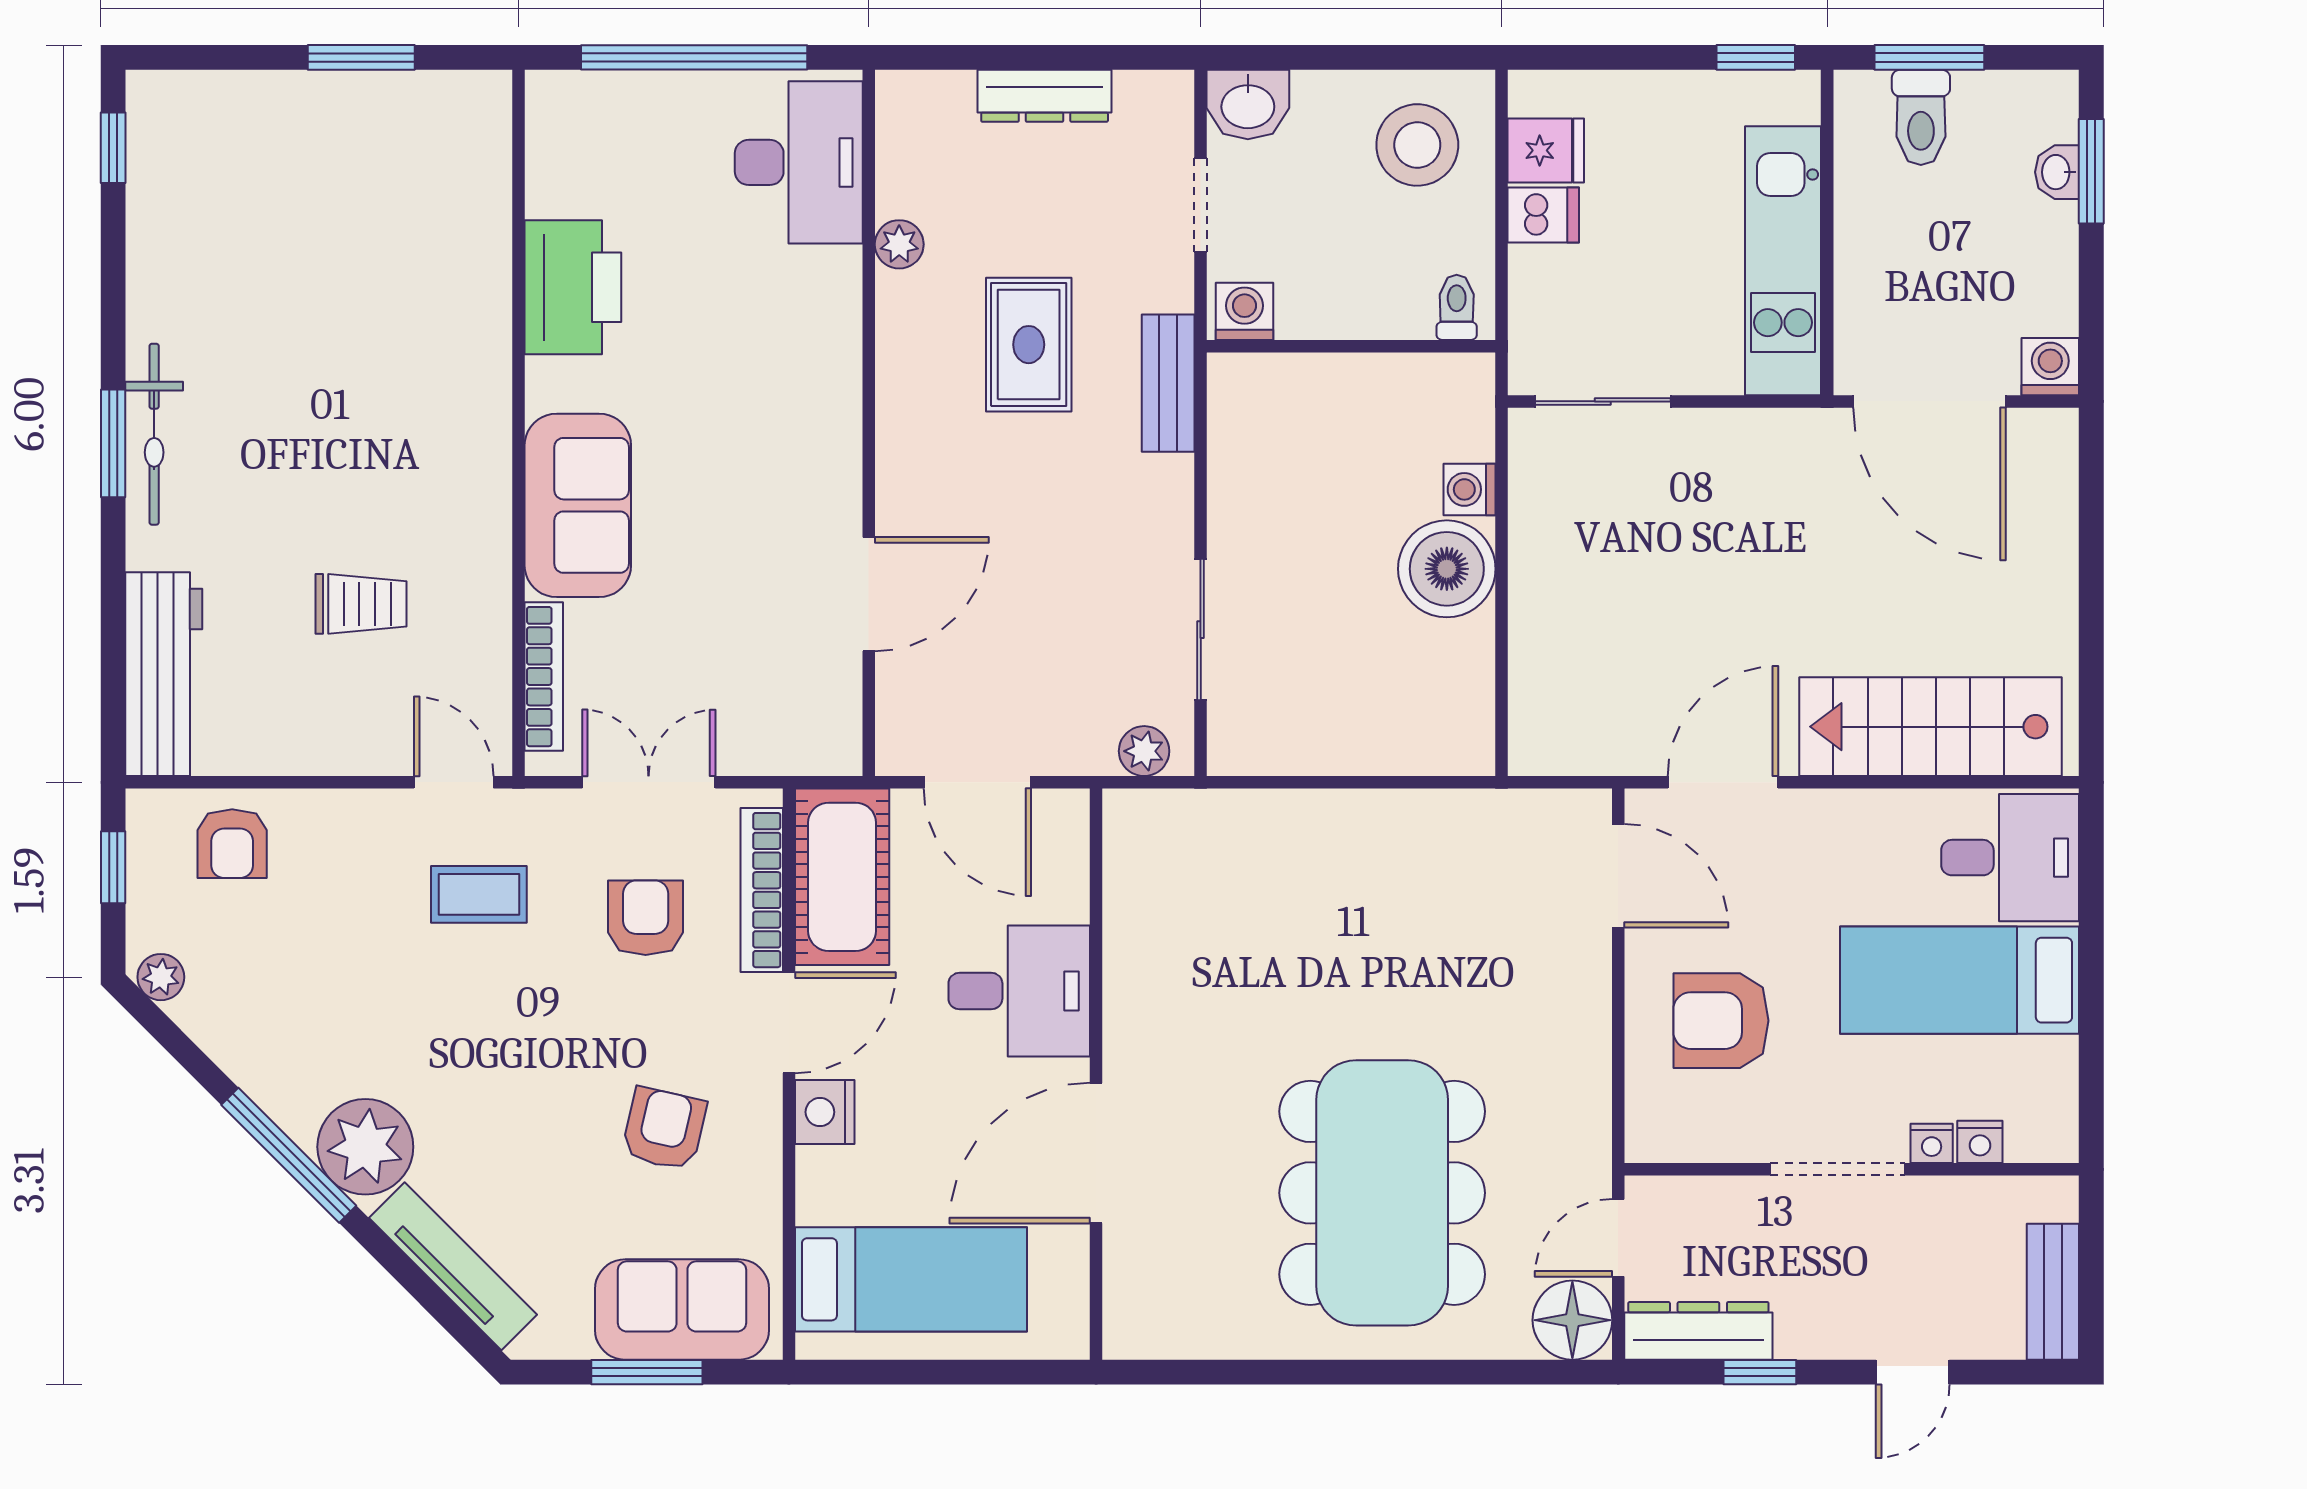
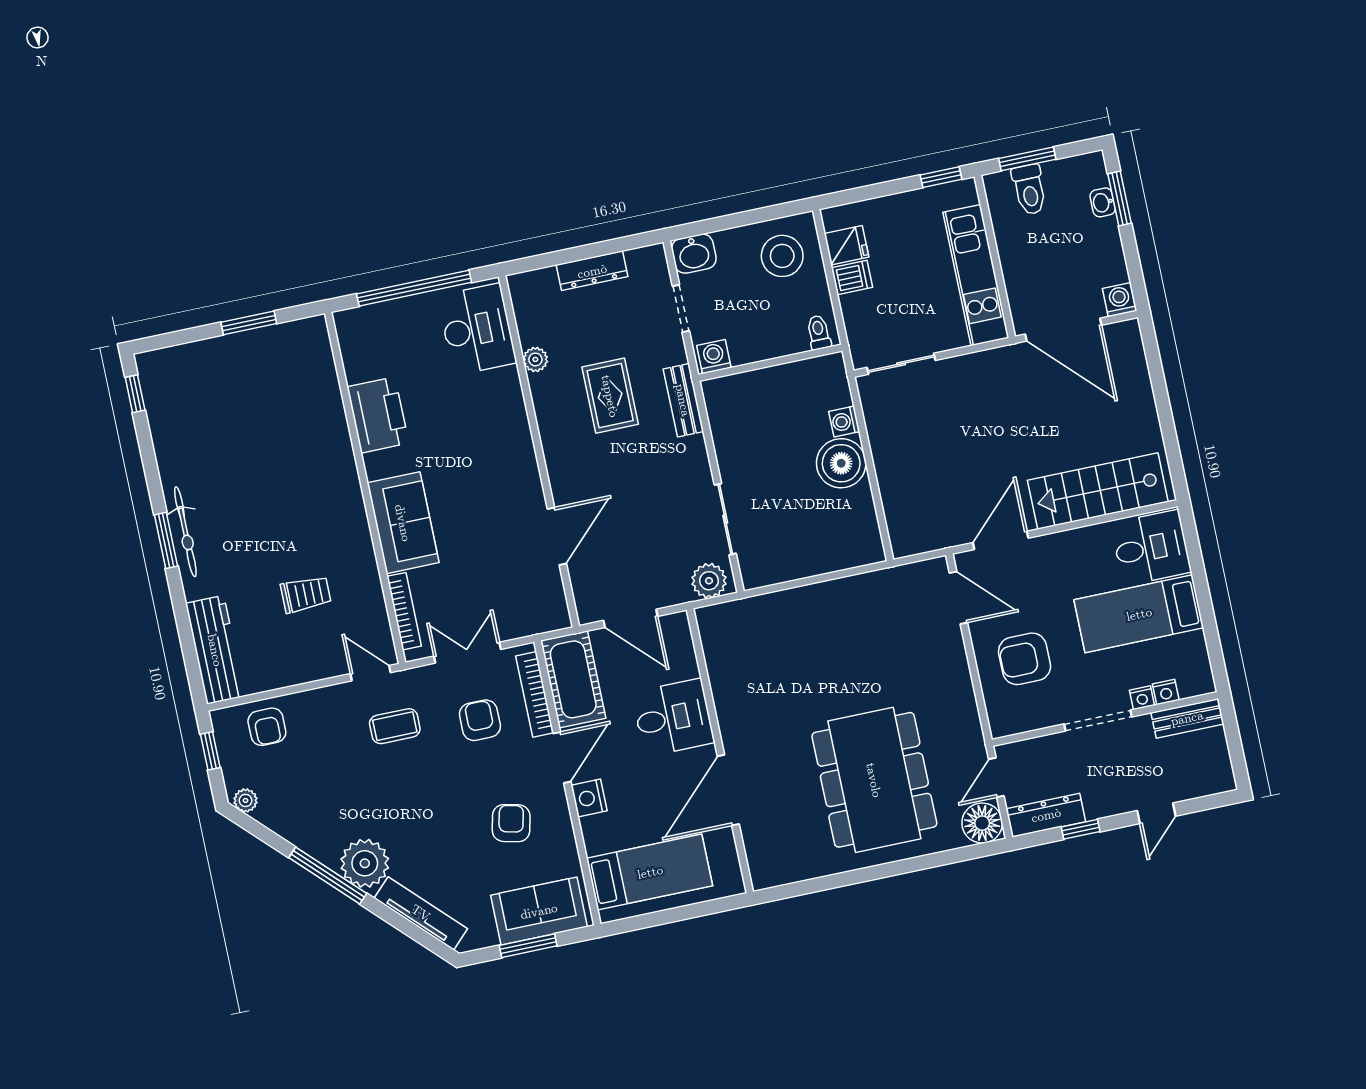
plant: (1144, 751) -> (709, 581), width x1.38, depth x1.38
bench: (2053, 1292) -> (1187, 718), moved, turned 90

